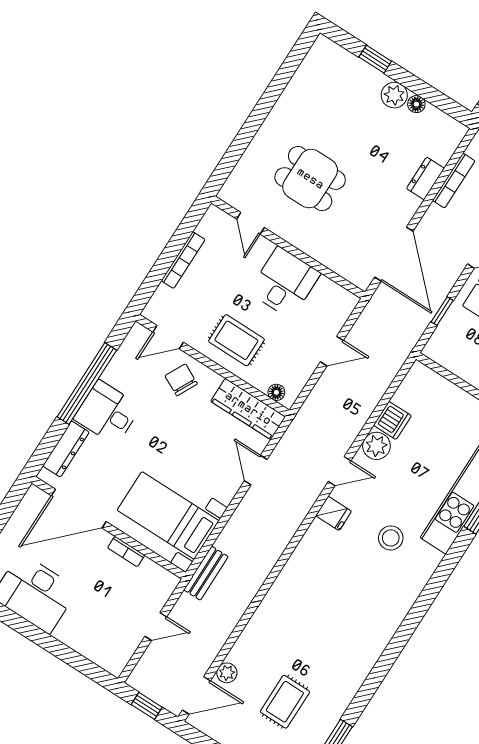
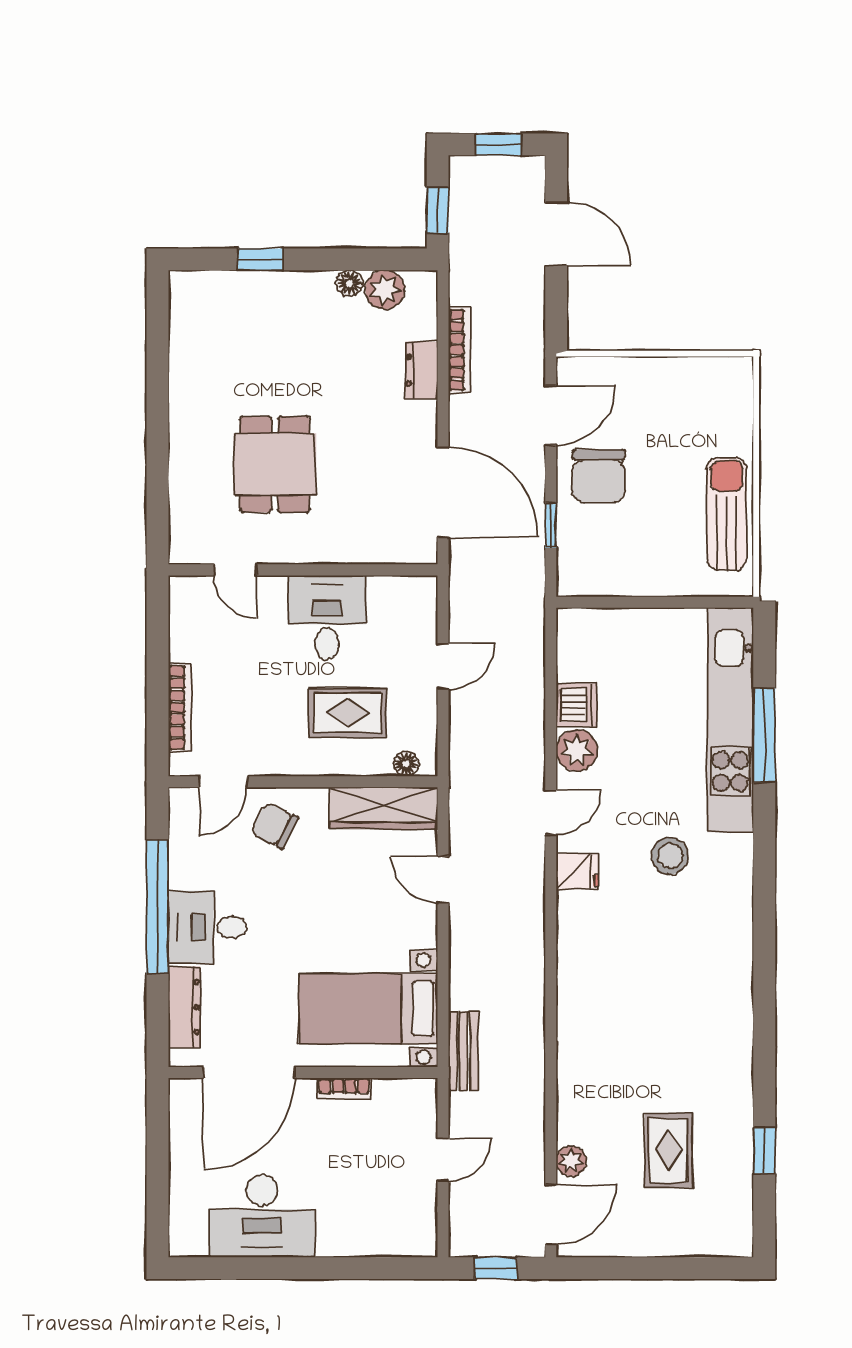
plant: (394, 95) -> (385, 290), moved
dining table: (310, 179) -> (275, 464), turned 90
bookcase: (183, 260) -> (180, 708), moved
rug: (236, 340) -> (347, 713), moved

